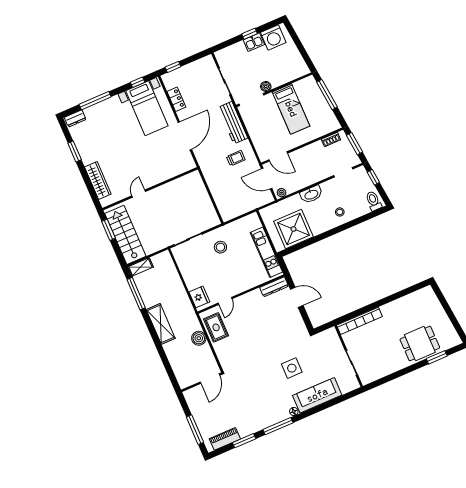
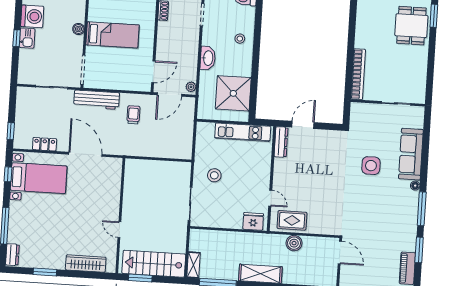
boiler: (266, 86) -> (78, 29), moved

